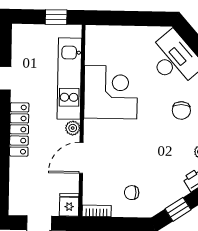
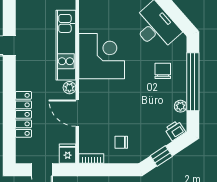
chair: (181, 110) -> (163, 71), turned 180
locker: (19, 129) -> (23, 114), moved
door: (81, 158) -> (77, 113), hinge flipped

